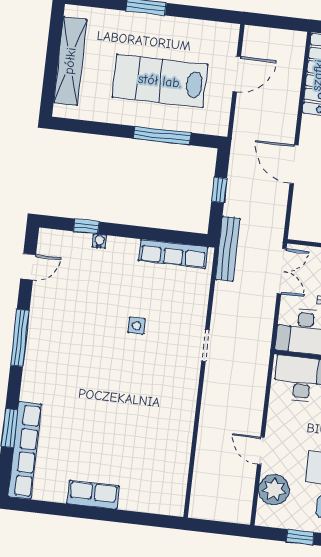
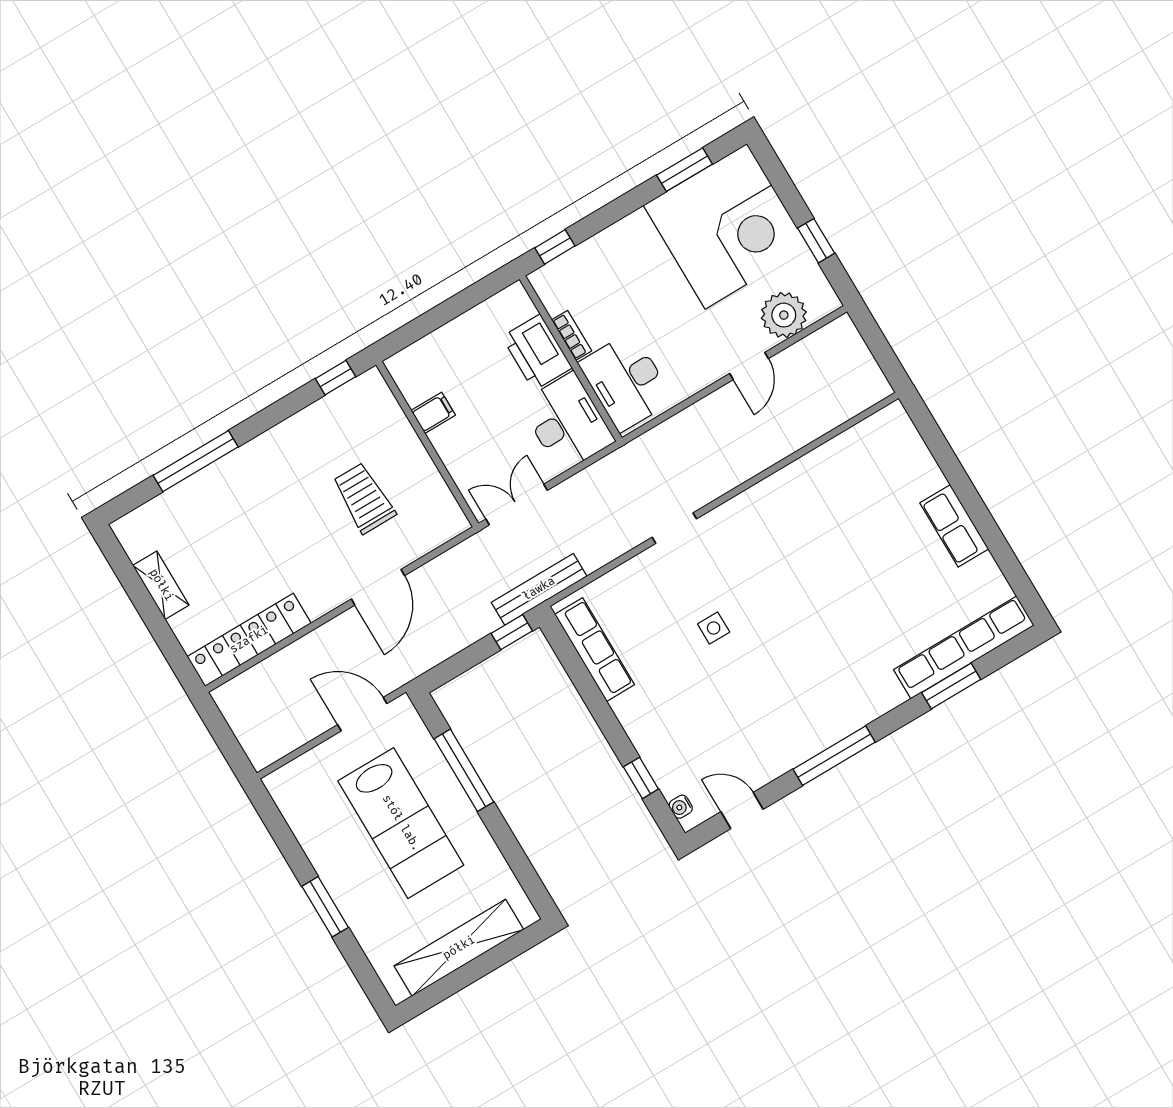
door: (237, 74) -> (362, 714), moved
window: (219, 190) -> (512, 632), moved
water cooler: (99, 241) -> (681, 807), moved

